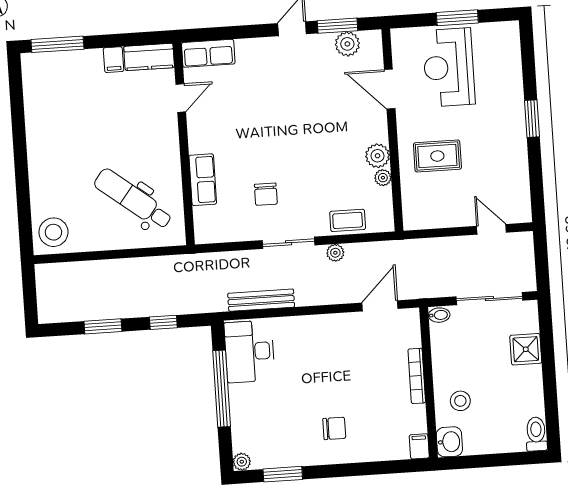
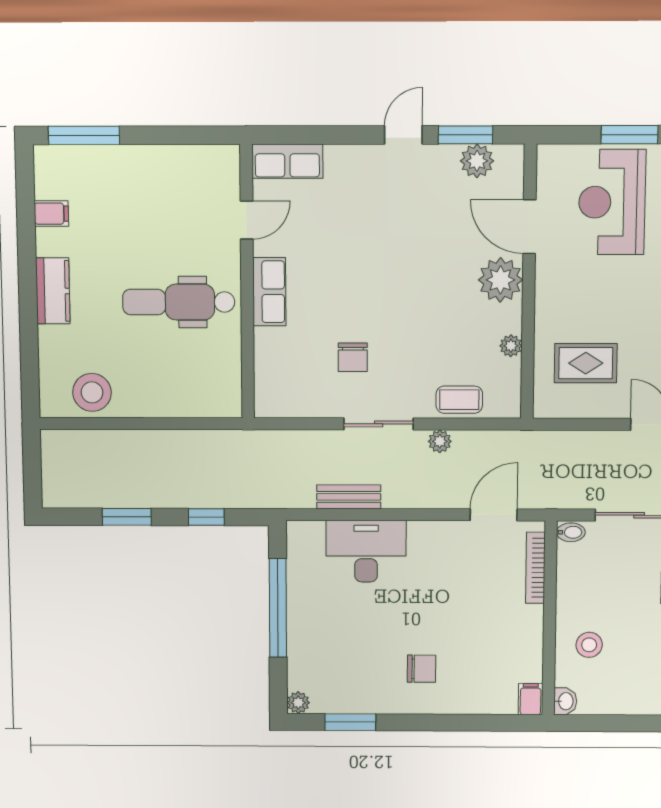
kitchen counter: (149, 57) -> (53, 291), moved, turned -90
filing cabinet: (113, 60) -> (51, 214), moved, turned -90
plant: (378, 156) -> (500, 280), moved, width x1.36, depth x1.36
rug: (437, 156) -> (586, 363), moved
row of seats: (203, 180) -> (269, 292), moved
dental chair: (133, 199) -> (179, 302), moved, turned -38
stool: (53, 232) -> (92, 392), moved
bench: (261, 300) -> (349, 497), width x0.73
desk: (250, 351) -> (366, 551), moved, turned 90
bookcase: (417, 376) -> (535, 568), moved
washbasin: (449, 442) -> (565, 701), width x0.72, depth x0.69

